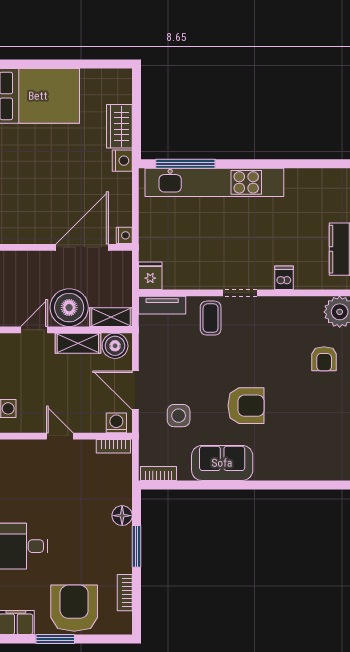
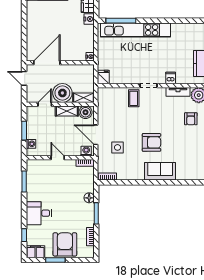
door: (82, 247) -> (47, 63), moved
tv unit: (162, 305) -> (178, 92), moved
sofa: (222, 463) -> (160, 171), moved

